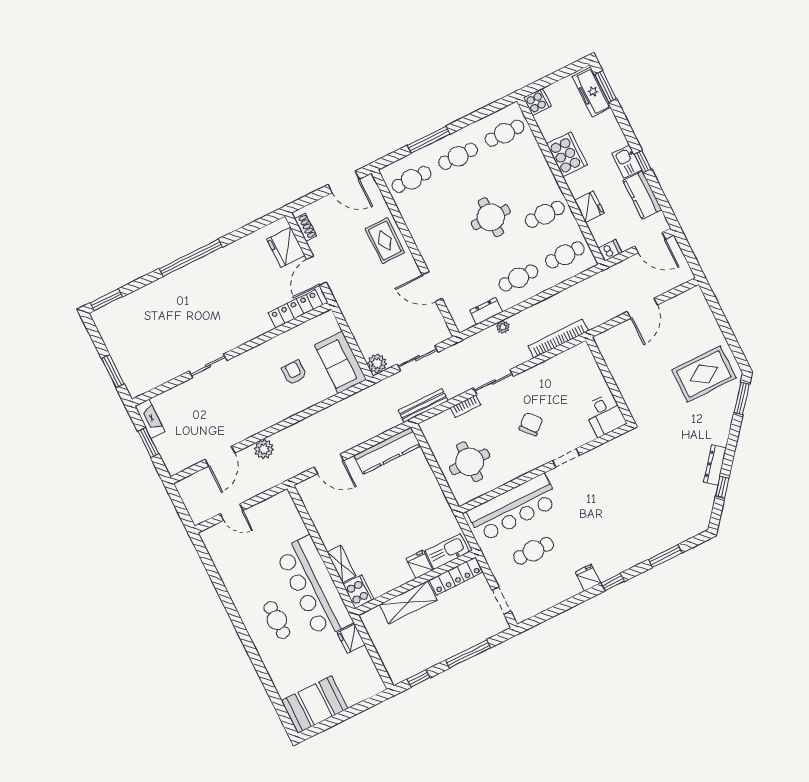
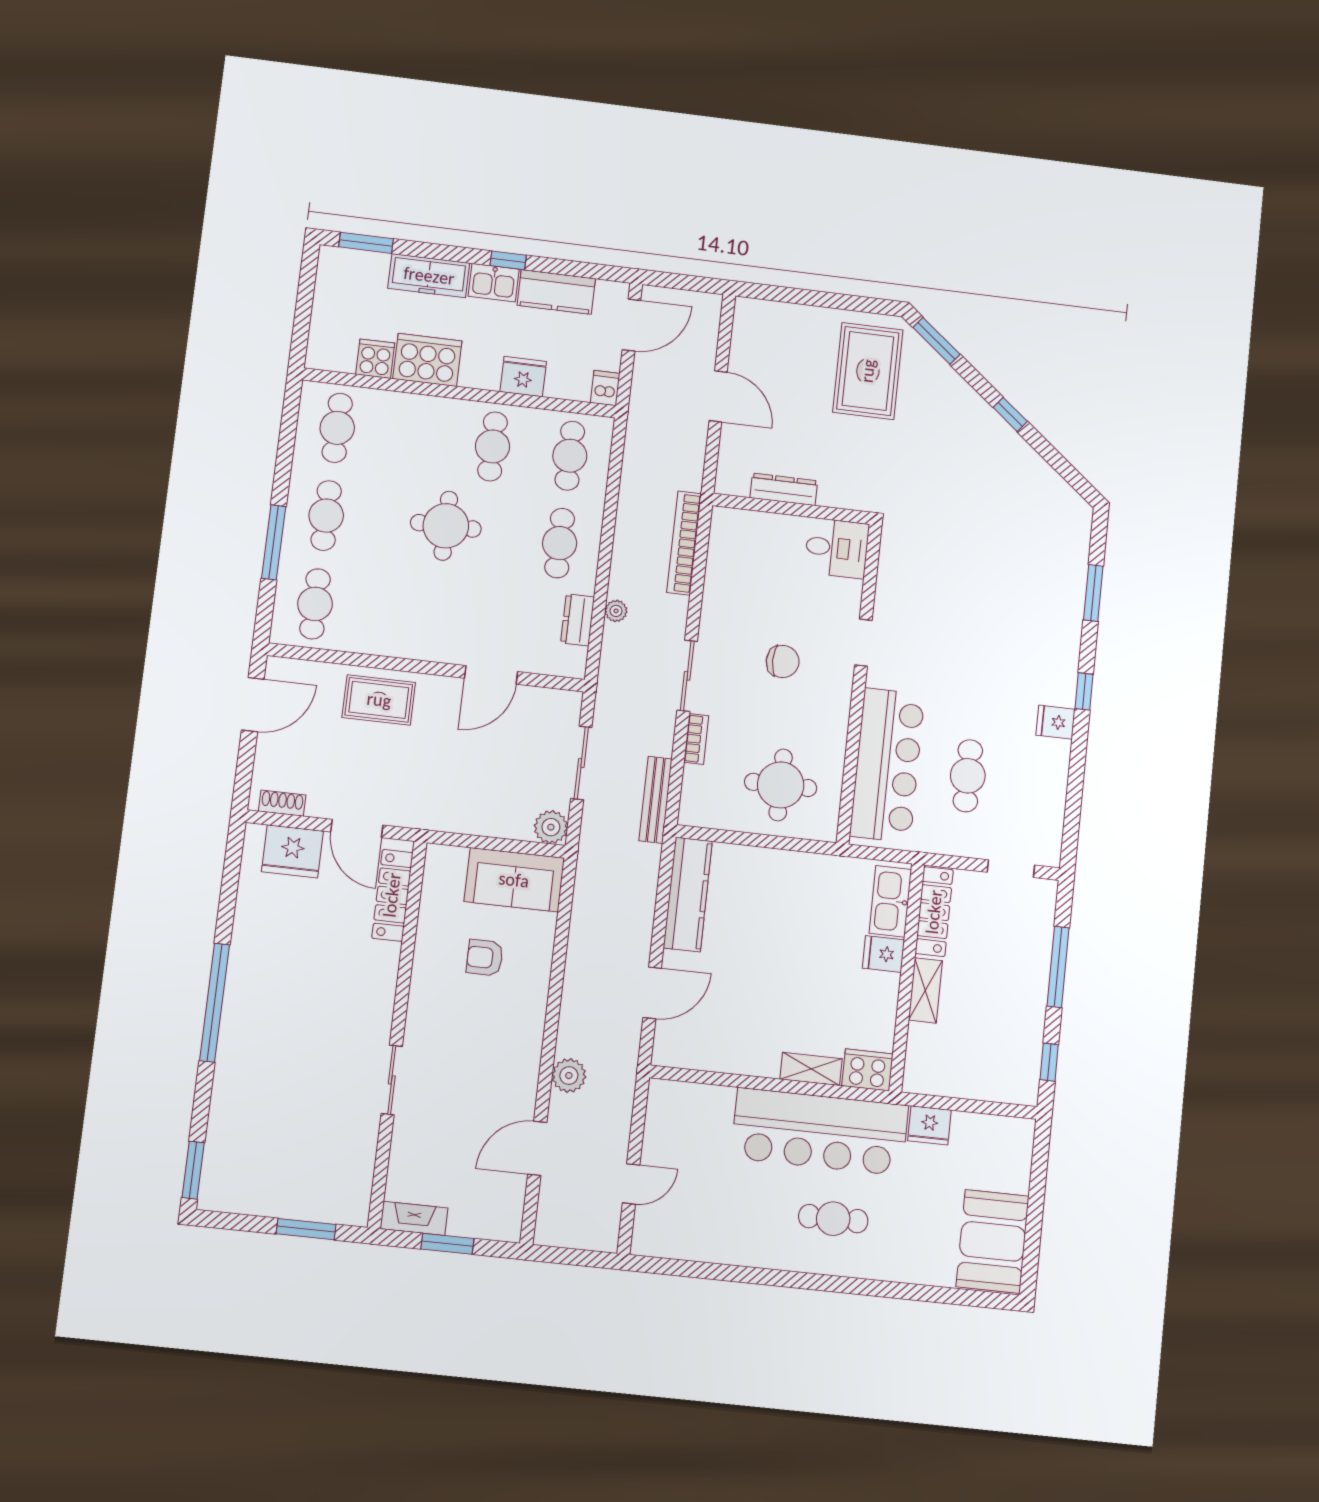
freezer: (592, 92) -> (429, 276), moved
cooker: (537, 102) -> (375, 359), moved
chair: (531, 424) -> (783, 661), turned 131
door: (220, 456) -> (537, 1148), swing flipped
dresser: (715, 465) -> (784, 489), moved, turned 141
window: (722, 487) -> (1010, 414), moved
shelving: (408, 602) -> (925, 990), width x0.67, depth x0.75

